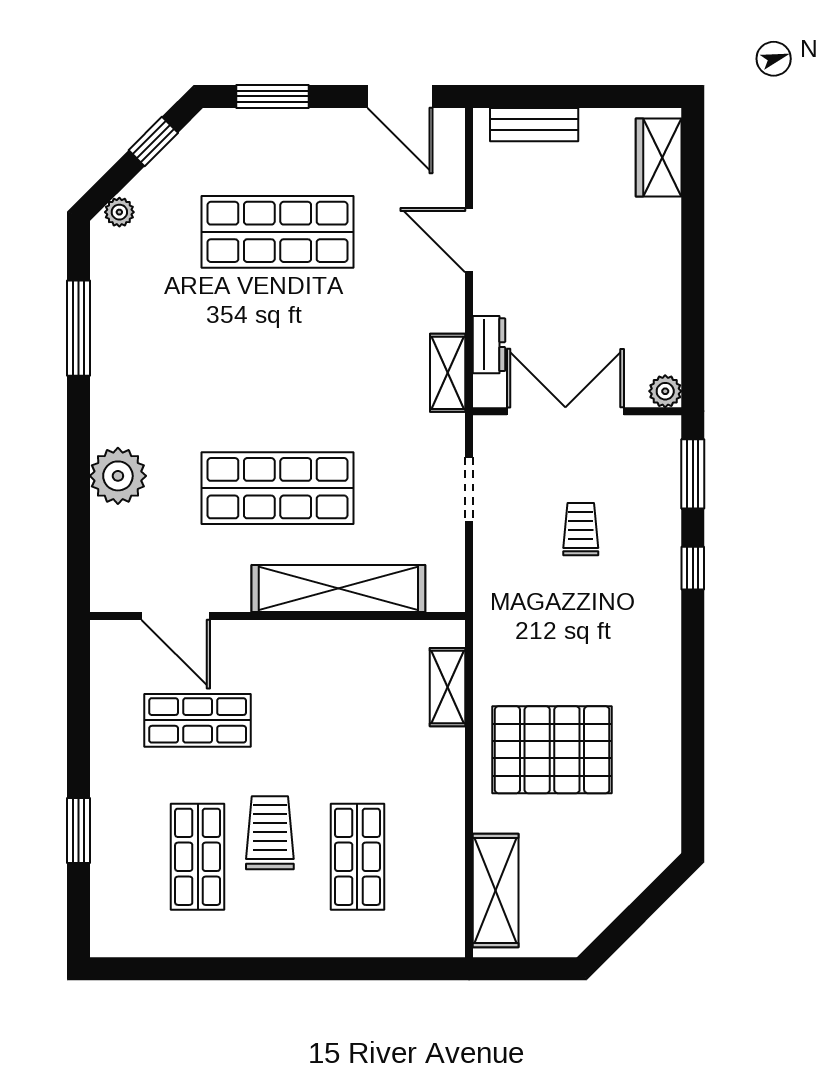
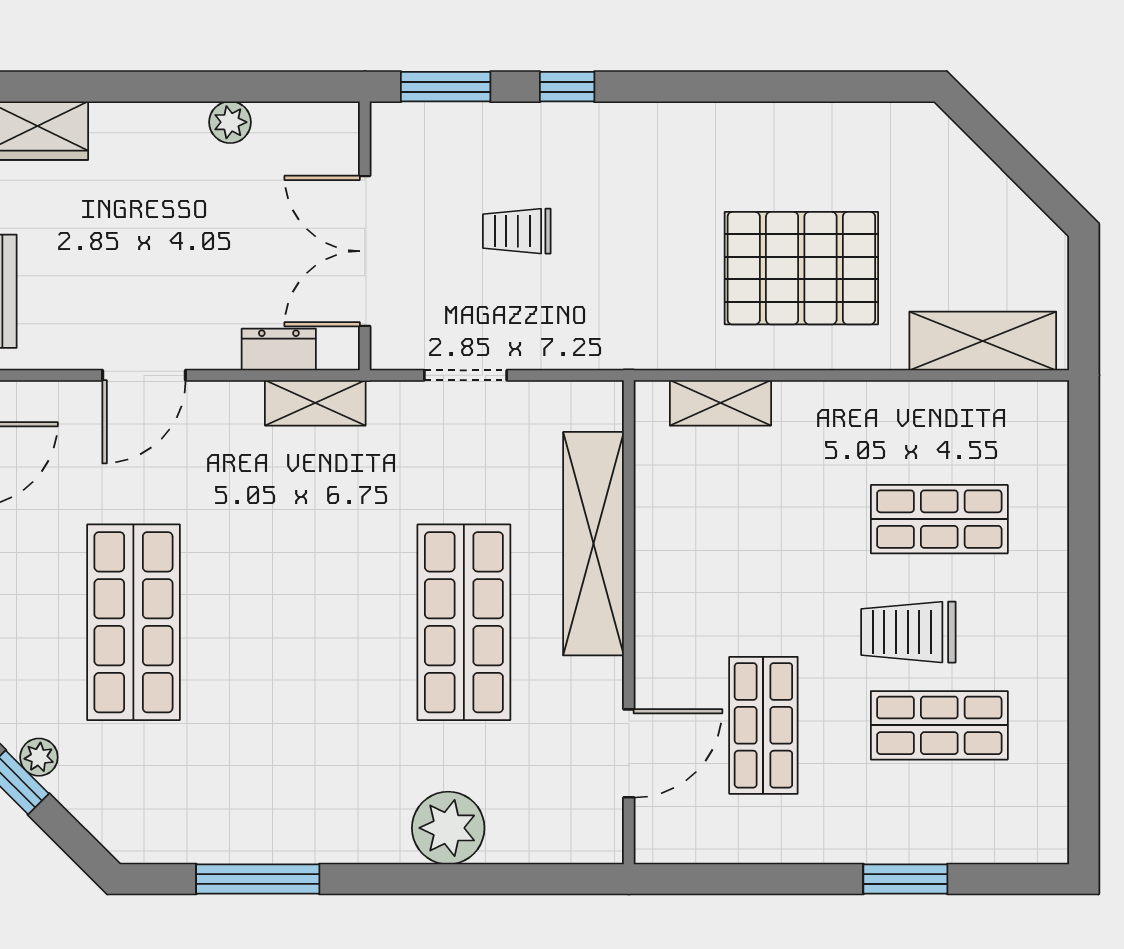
plant: (119, 212) -> (39, 757), moved
plant: (665, 391) -> (230, 122), moved
pallet: (552, 750) -> (801, 268), turned 90

